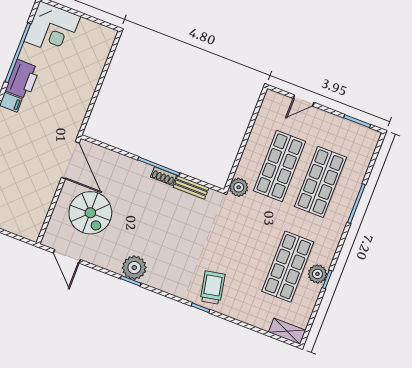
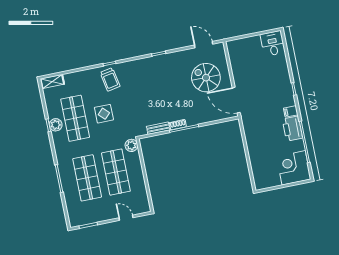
door: (304, 100) -> (126, 218), hinge flipped
display table: (248, 249) -> (104, 114), added
plant: (134, 268) -> (161, 62), removed

